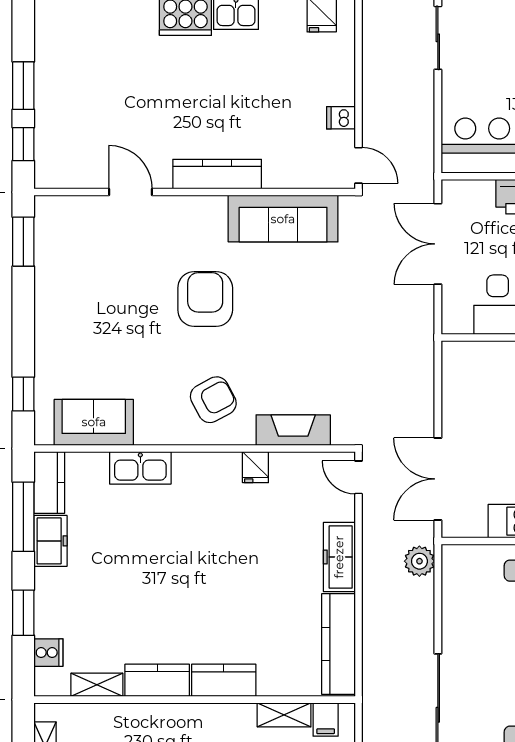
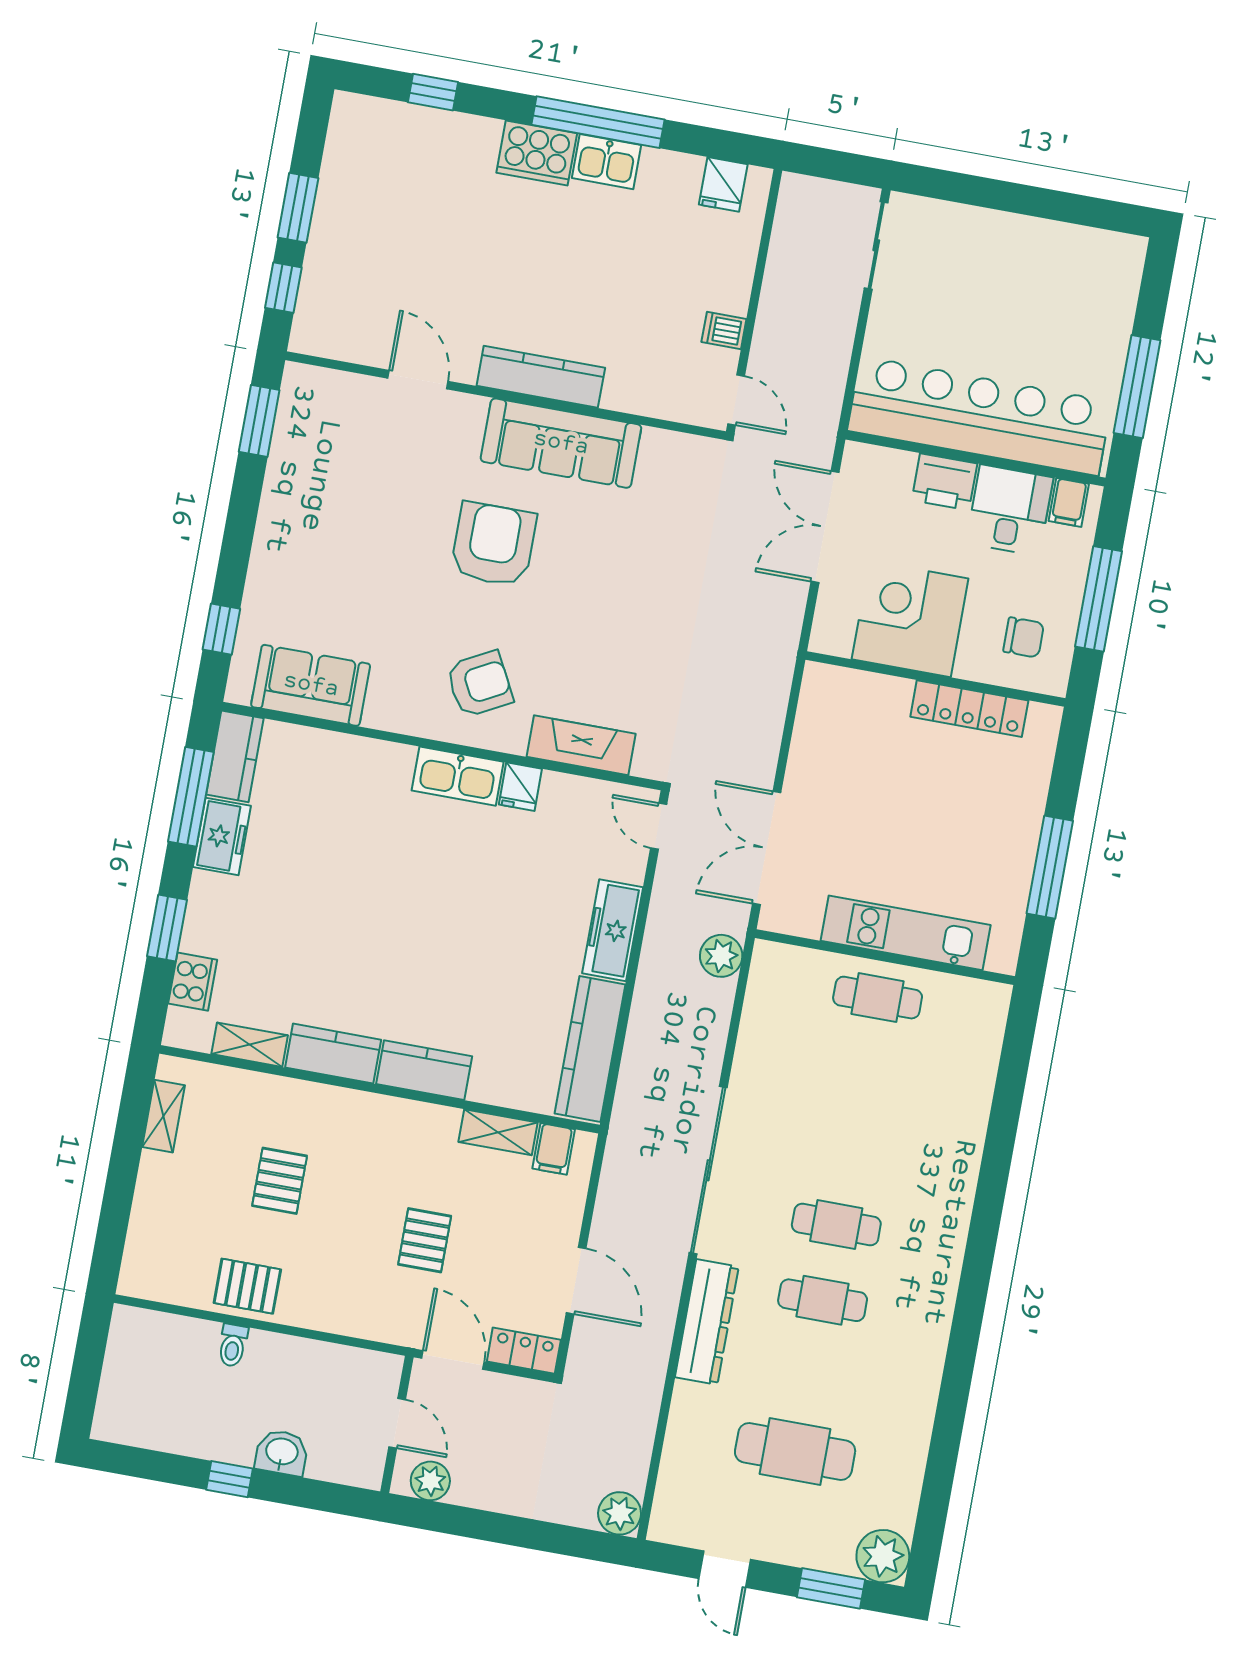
sofa: (283, 219) -> (561, 443), moved
kitchen sink: (140, 468) -> (458, 776), moved
cooker: (48, 653) -> (193, 982), width x1.36

